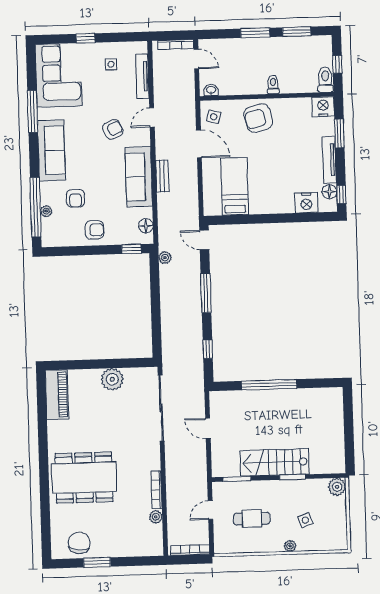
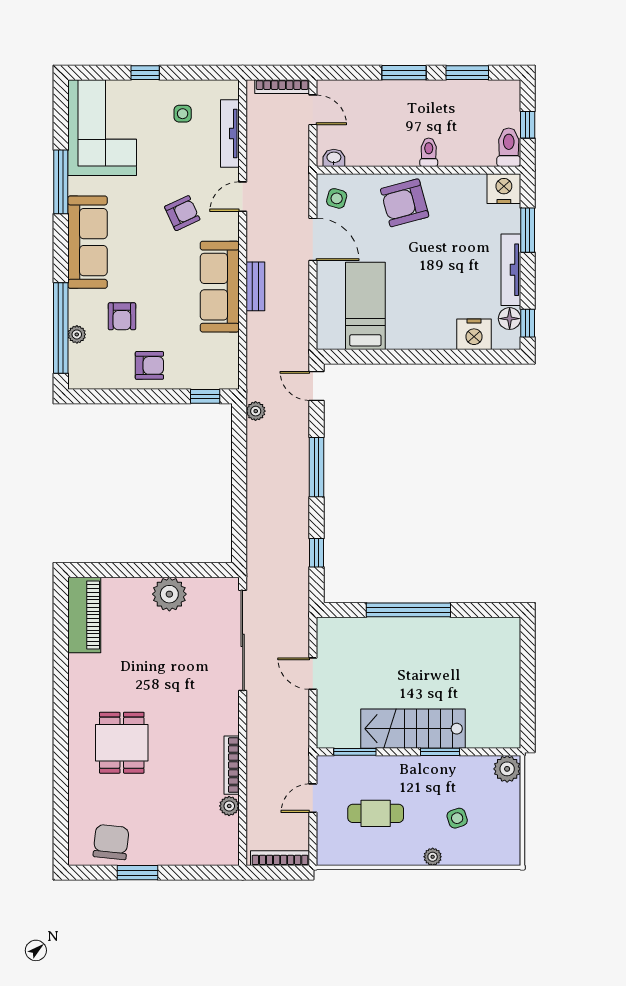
floor lamp: (146, 226) -> (228, 362), removed
dining table: (84, 478) -> (122, 743), width x0.53, depth x0.80

